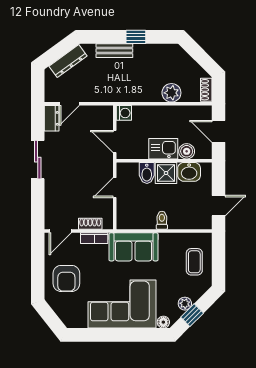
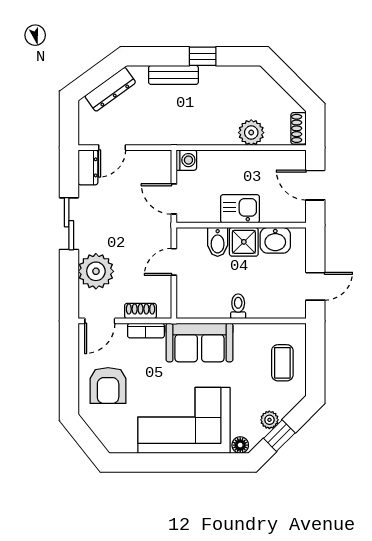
boiler: (187, 151) -> (272, 212), removed
plant: (57, 195) -> (96, 271), added

